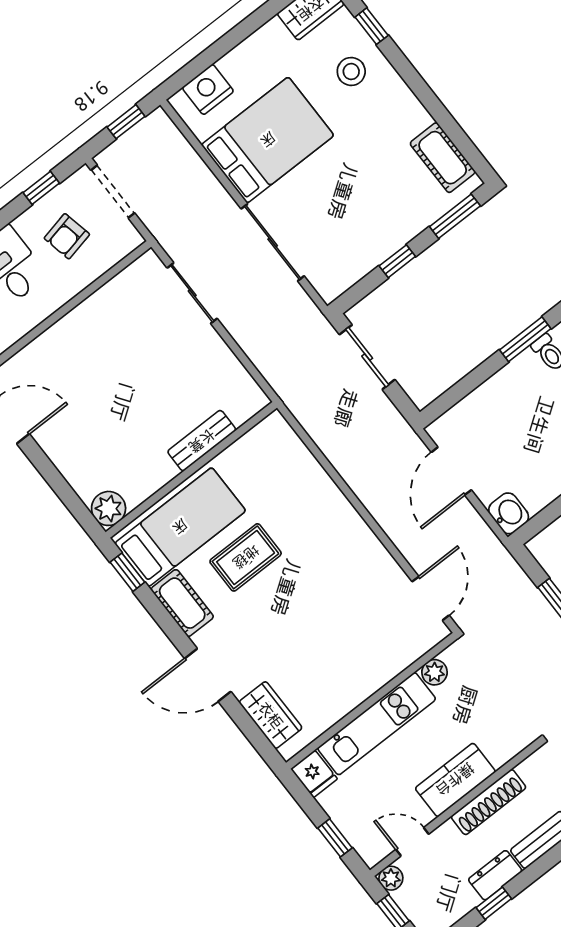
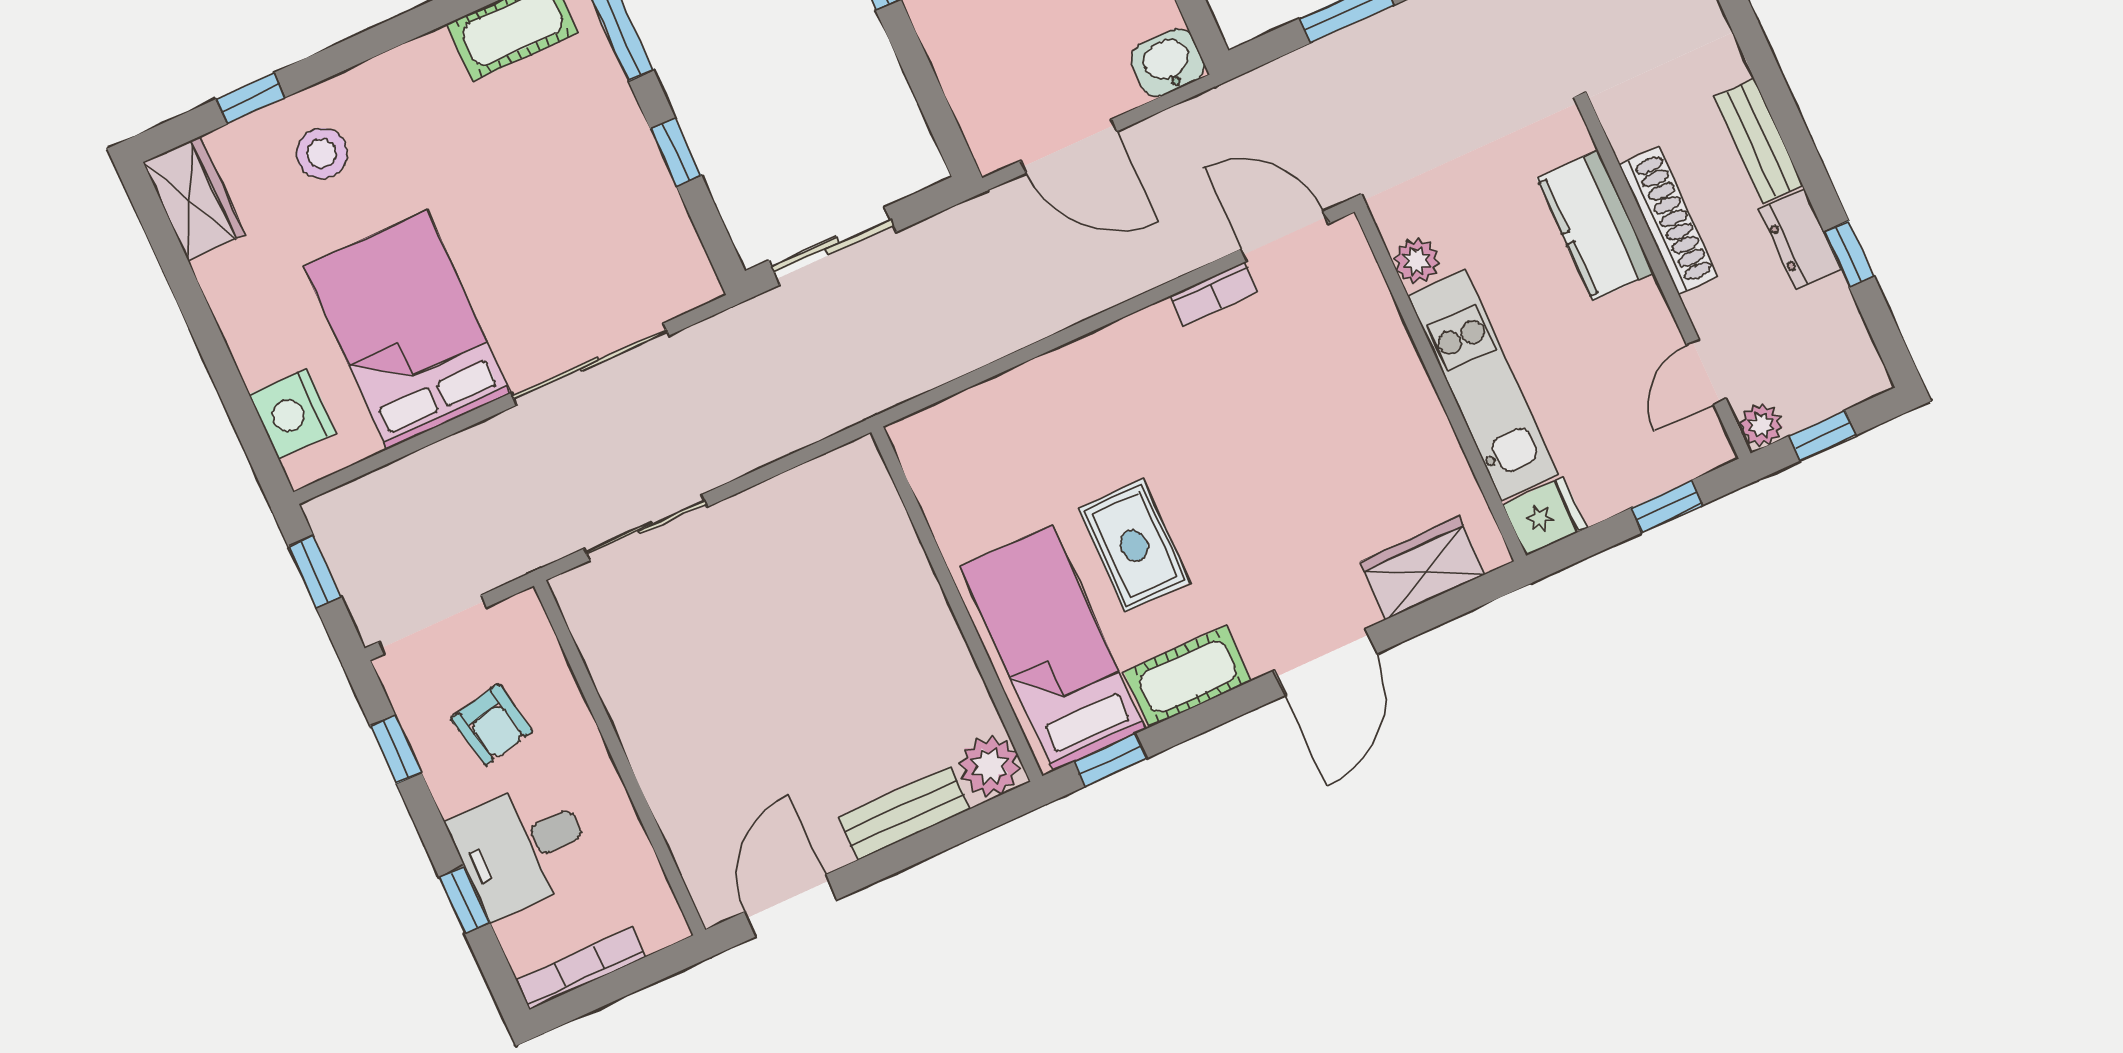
bench: (202, 441) -> (904, 813), moved, turned 90
bookcase: (391, 568) -> (1214, 294), added
kitchen counter: (455, 780) -> (1595, 225), moved

